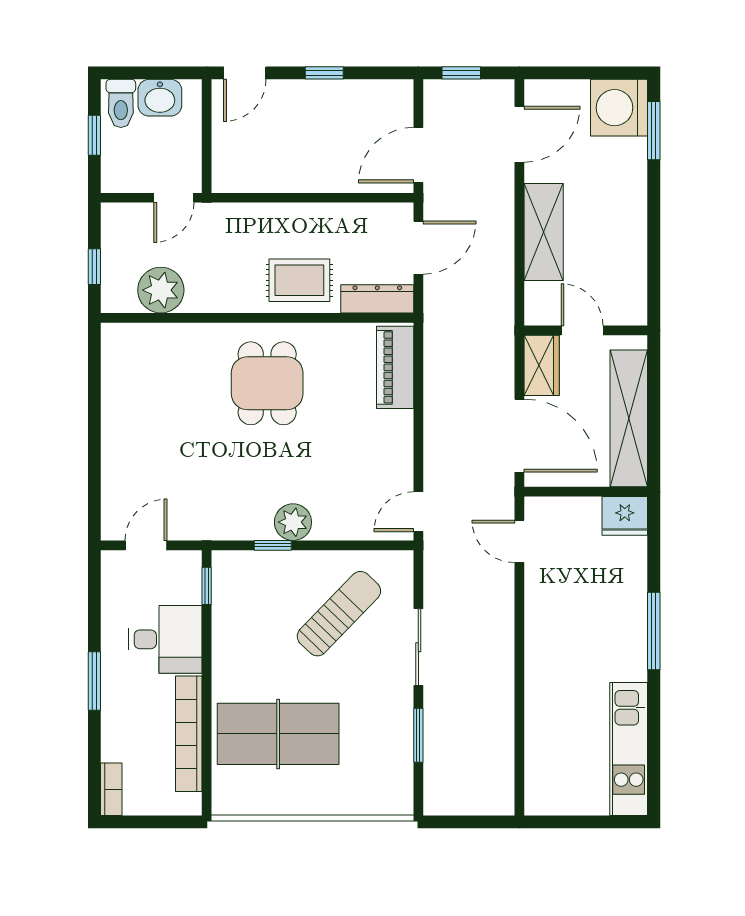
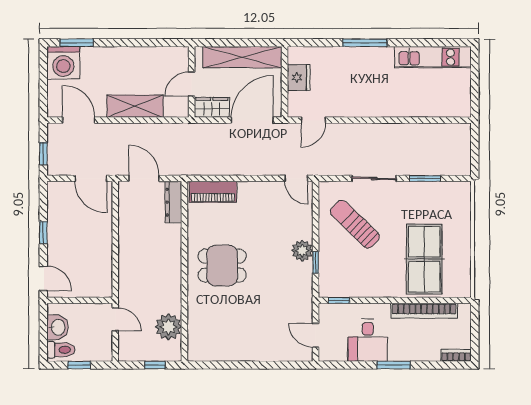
rug: (299, 280) -> (163, 247), removed
fridge: (625, 516) -> (299, 78), moved
desk: (165, 639) -> (368, 340), moved, turned 180

